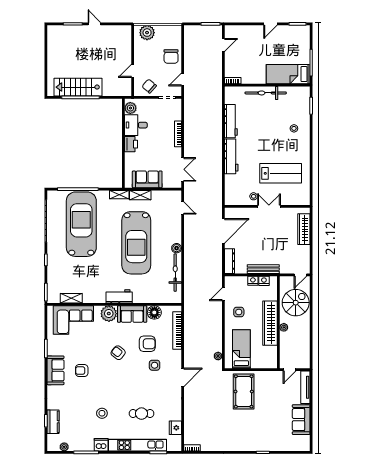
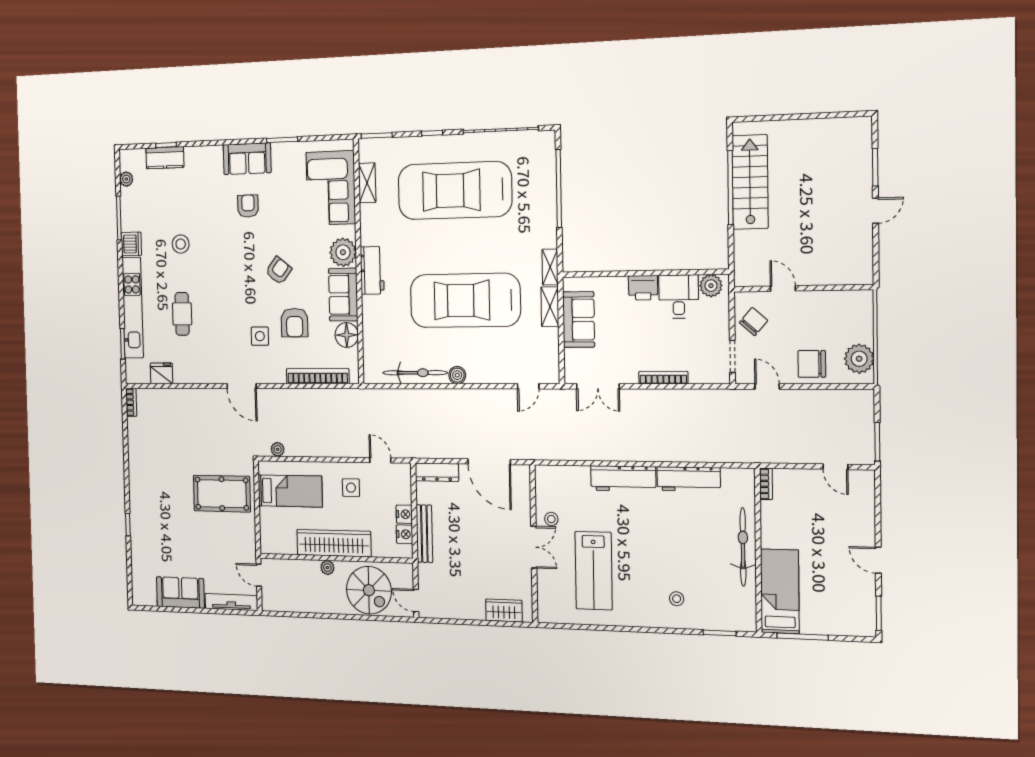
plant: (147, 33) -> (859, 359), moved
car: (81, 224) -> (455, 191), moved, turned 180
wardrobe: (304, 229) -> (504, 610), width x0.67

